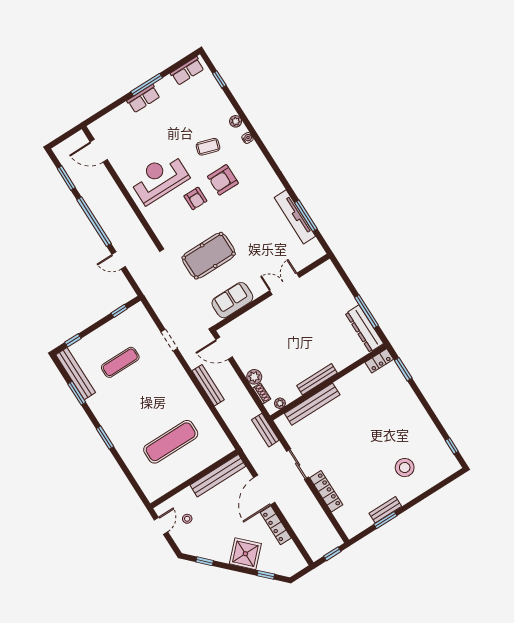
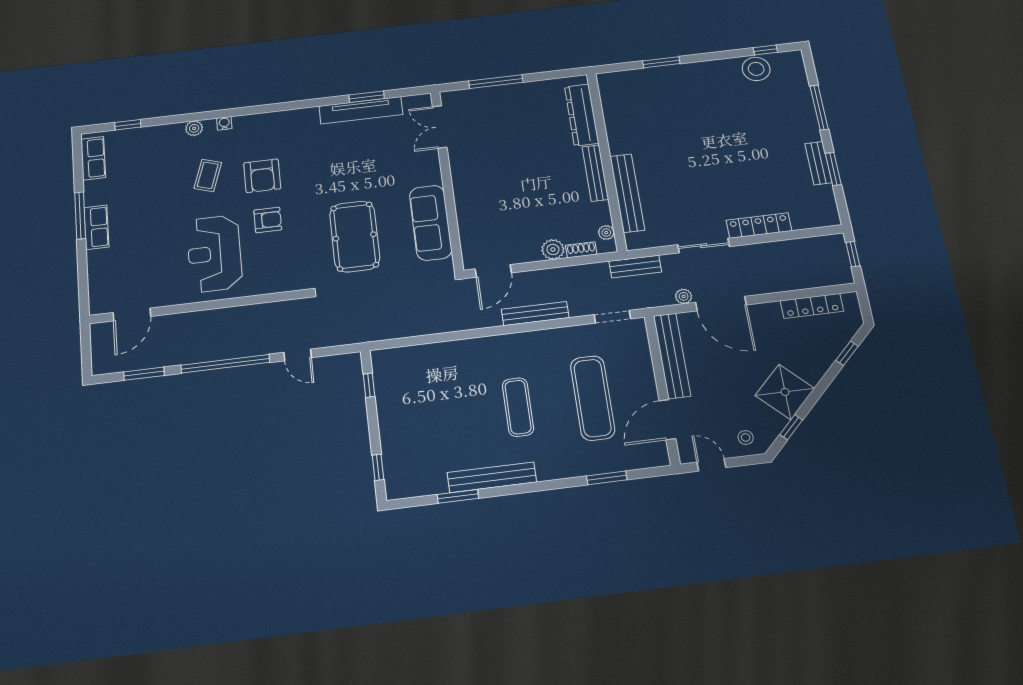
window: (306, 216) -> (367, 97), width x0.69
door: (119, 261) -> (298, 355), hinge flipped
double door: (284, 284) -> (440, 127), moved
sofa: (232, 300) -> (431, 223), width x1.36
window: (367, 311) -> (496, 82), moved
dresser: (364, 329) -> (582, 115), moved, turned 90
doorway: (169, 340) -> (612, 317), moved
locker: (379, 361) -> (608, 89), removed
exercise mat: (120, 362) -> (518, 407), moved
window: (403, 369) -> (661, 62), moved
bench: (76, 374) -> (492, 477), moved
window: (105, 438) -> (607, 478), moved
plant: (259, 466) -> (684, 296), added
stool: (405, 468) -> (756, 69), moved
door: (177, 490) -> (667, 420), added
window: (425, 495) -> (819, 108), added
stool: (187, 519) -> (746, 437), moved
locker: (276, 525) -> (812, 306), moved
shower: (245, 554) -> (785, 392), moved

